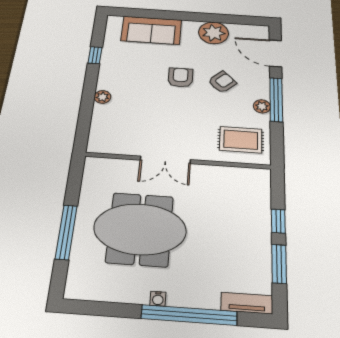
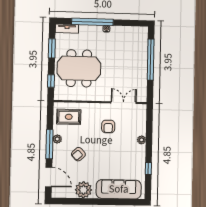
sofa: (151, 30) -> (119, 189), width x1.36
armchair: (180, 77) -> (108, 126), moved
double door: (165, 160) -> (124, 103), moved
window: (278, 221) -> (51, 81), moved
meeting table: (140, 229) -> (79, 68), moved
window: (66, 232) -> (151, 60), width x1.46

